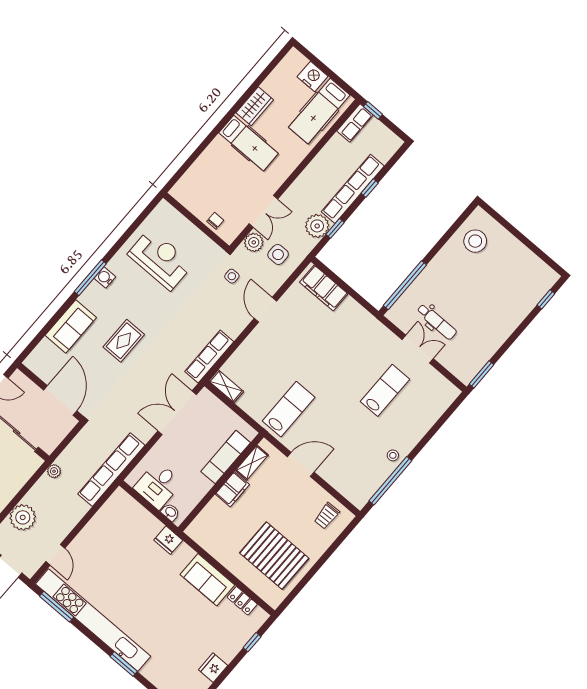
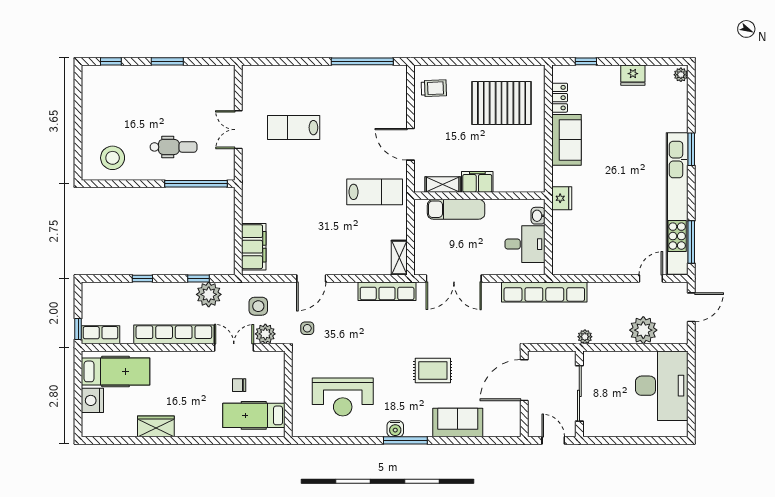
hospital bed: (249, 143) -> (254, 415), moved, turned -90
row of seats: (353, 189) -> (174, 334), moved, turned 180
chair: (215, 221) -> (239, 385), moved
reception desk: (160, 259) -> (343, 397), turned -90
dental chair: (437, 322) -> (174, 147), moved, turned 90
window: (481, 374) -> (167, 61), moved
lab bench: (289, 409) -> (375, 192), turned 180
stool: (393, 455) -> (340, 77), removed
pallet: (274, 556) -> (502, 103), turned 90

